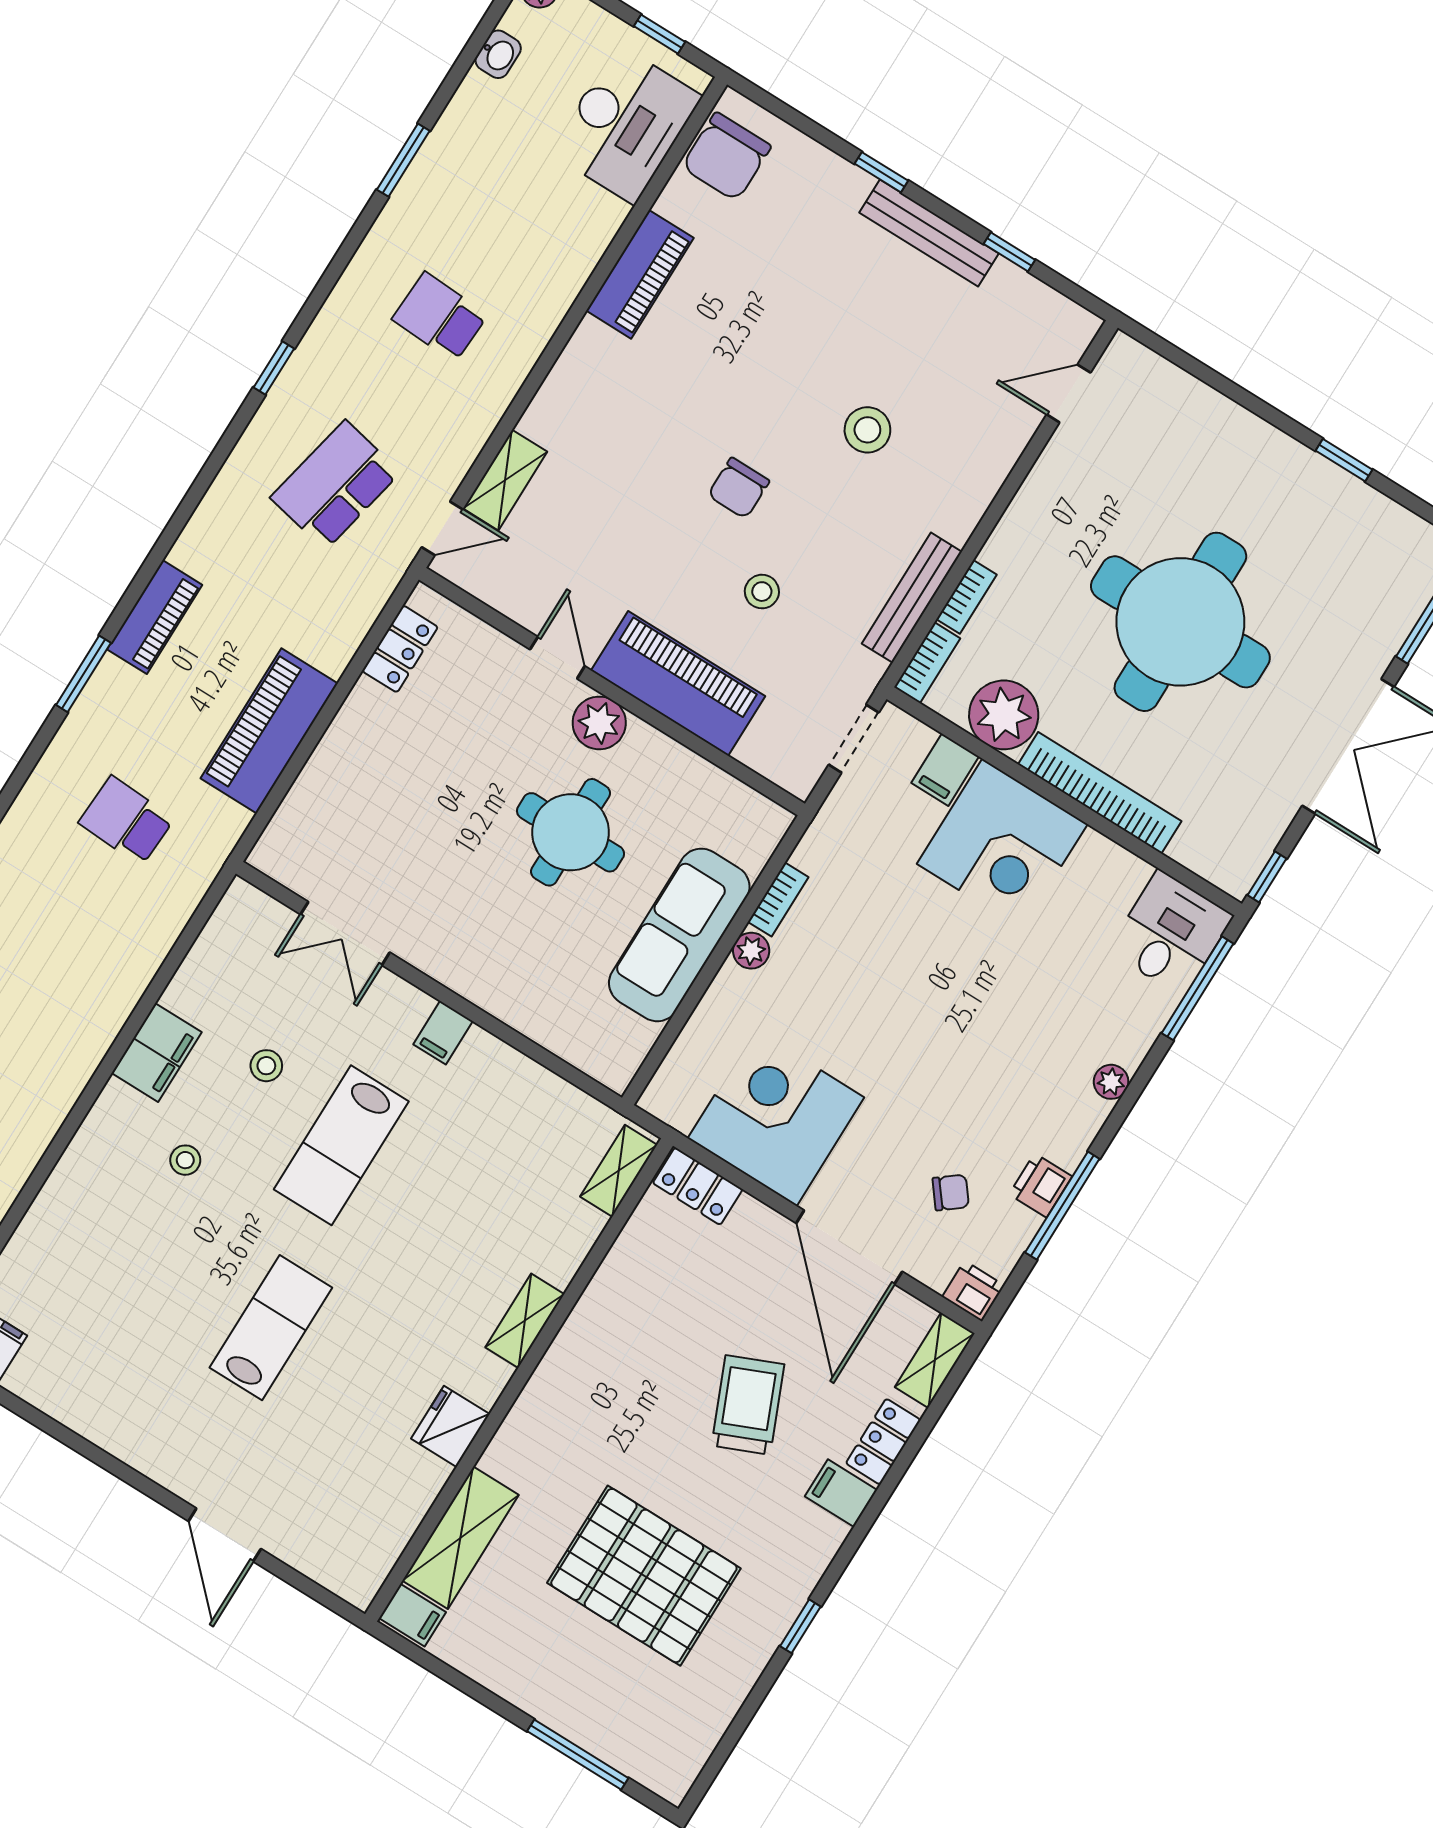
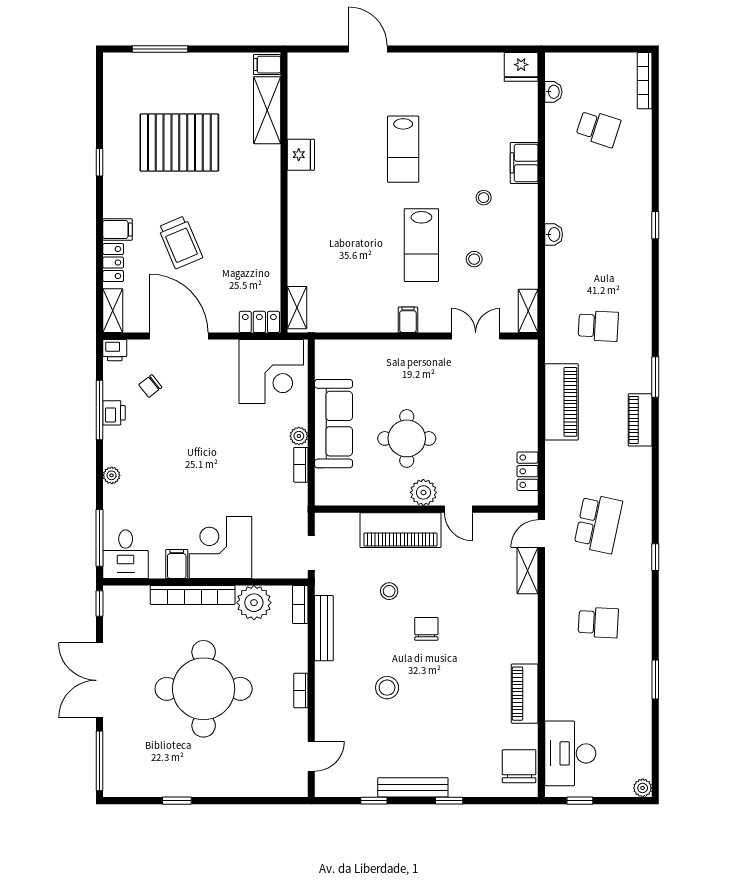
washbasin: (498, 54) -> (554, 234), moved, turned 180
bookcase: (966, 597) -> (301, 691), moved
filing cabinet: (945, 770) -> (177, 564), moved
filing cabinet: (157, 1053) -> (524, 163), moved
corner desk: (776, 1118) -> (271, 372), moved
lab bench: (341, 1145) -> (421, 245), turned 180
shelving: (525, 1321) -> (528, 311), moved

